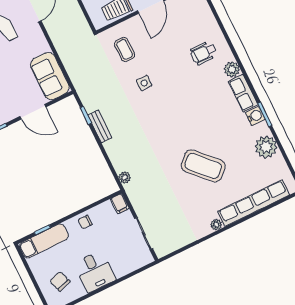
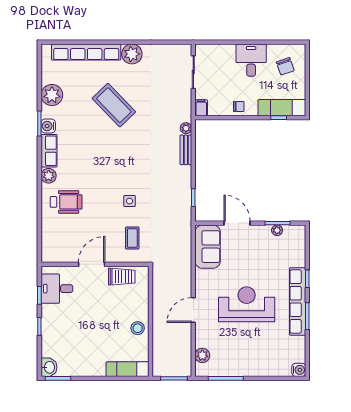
wheelchair: (203, 53) -> (66, 202), width x1.36, depth x1.37
bench: (100, 126) -> (186, 150), moved
plant: (216, 225) -> (132, 54), width x1.87, depth x1.87

